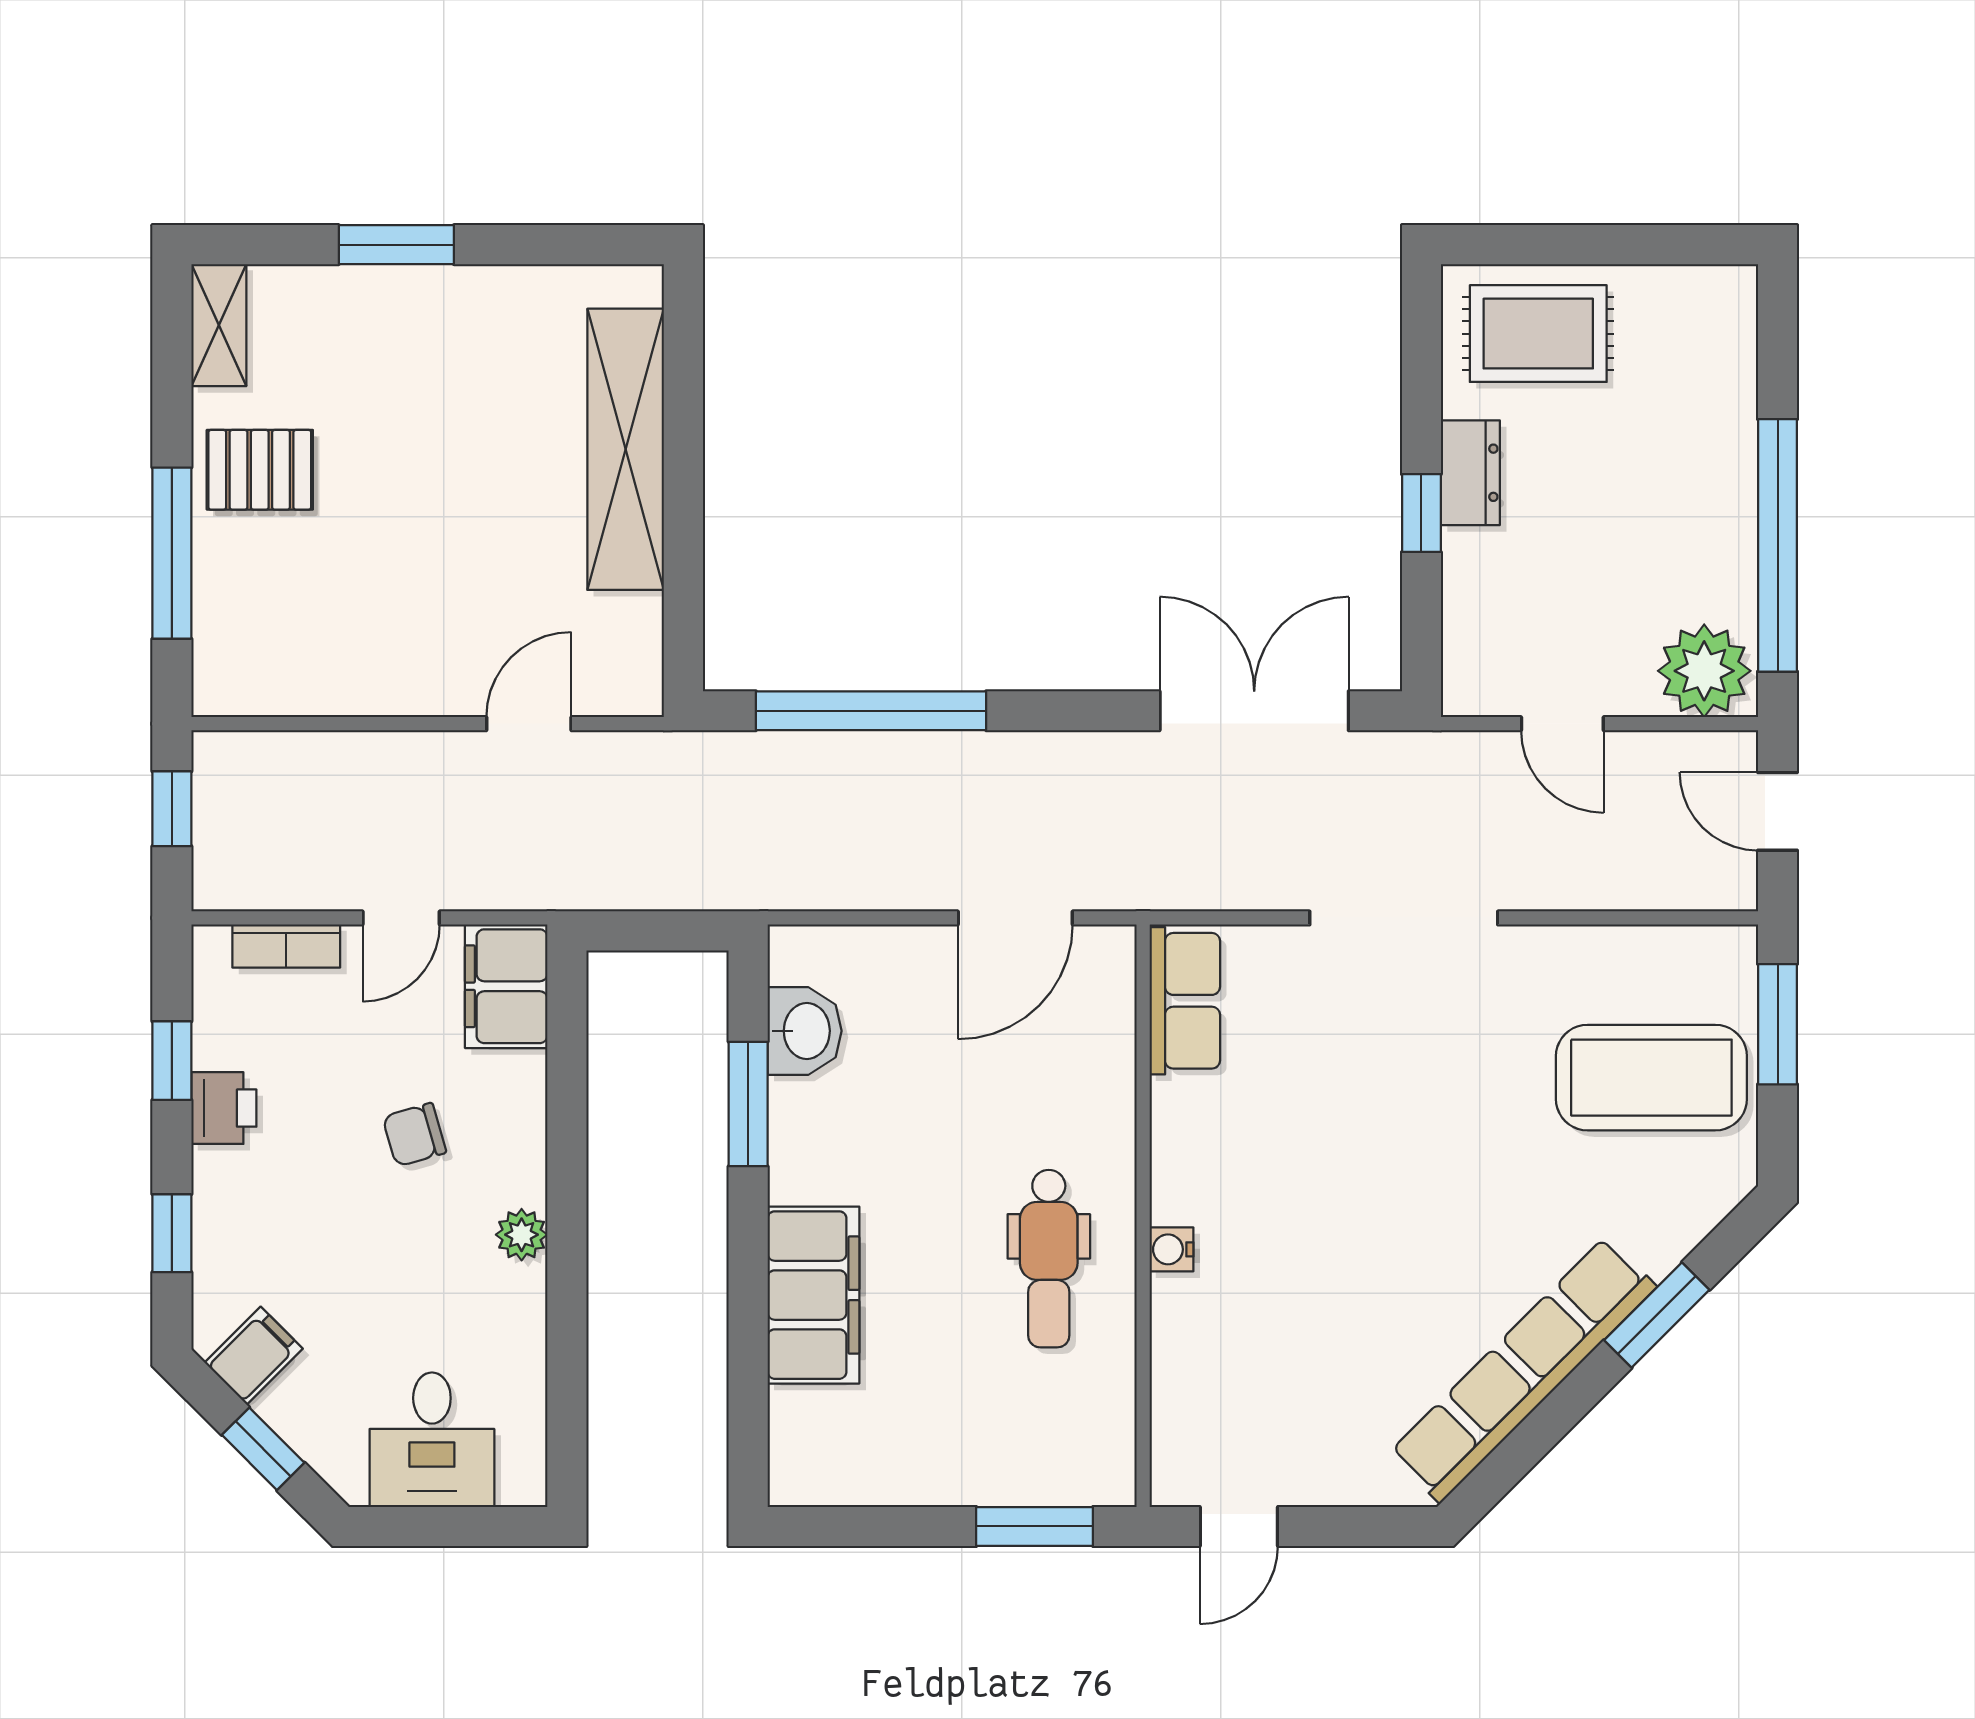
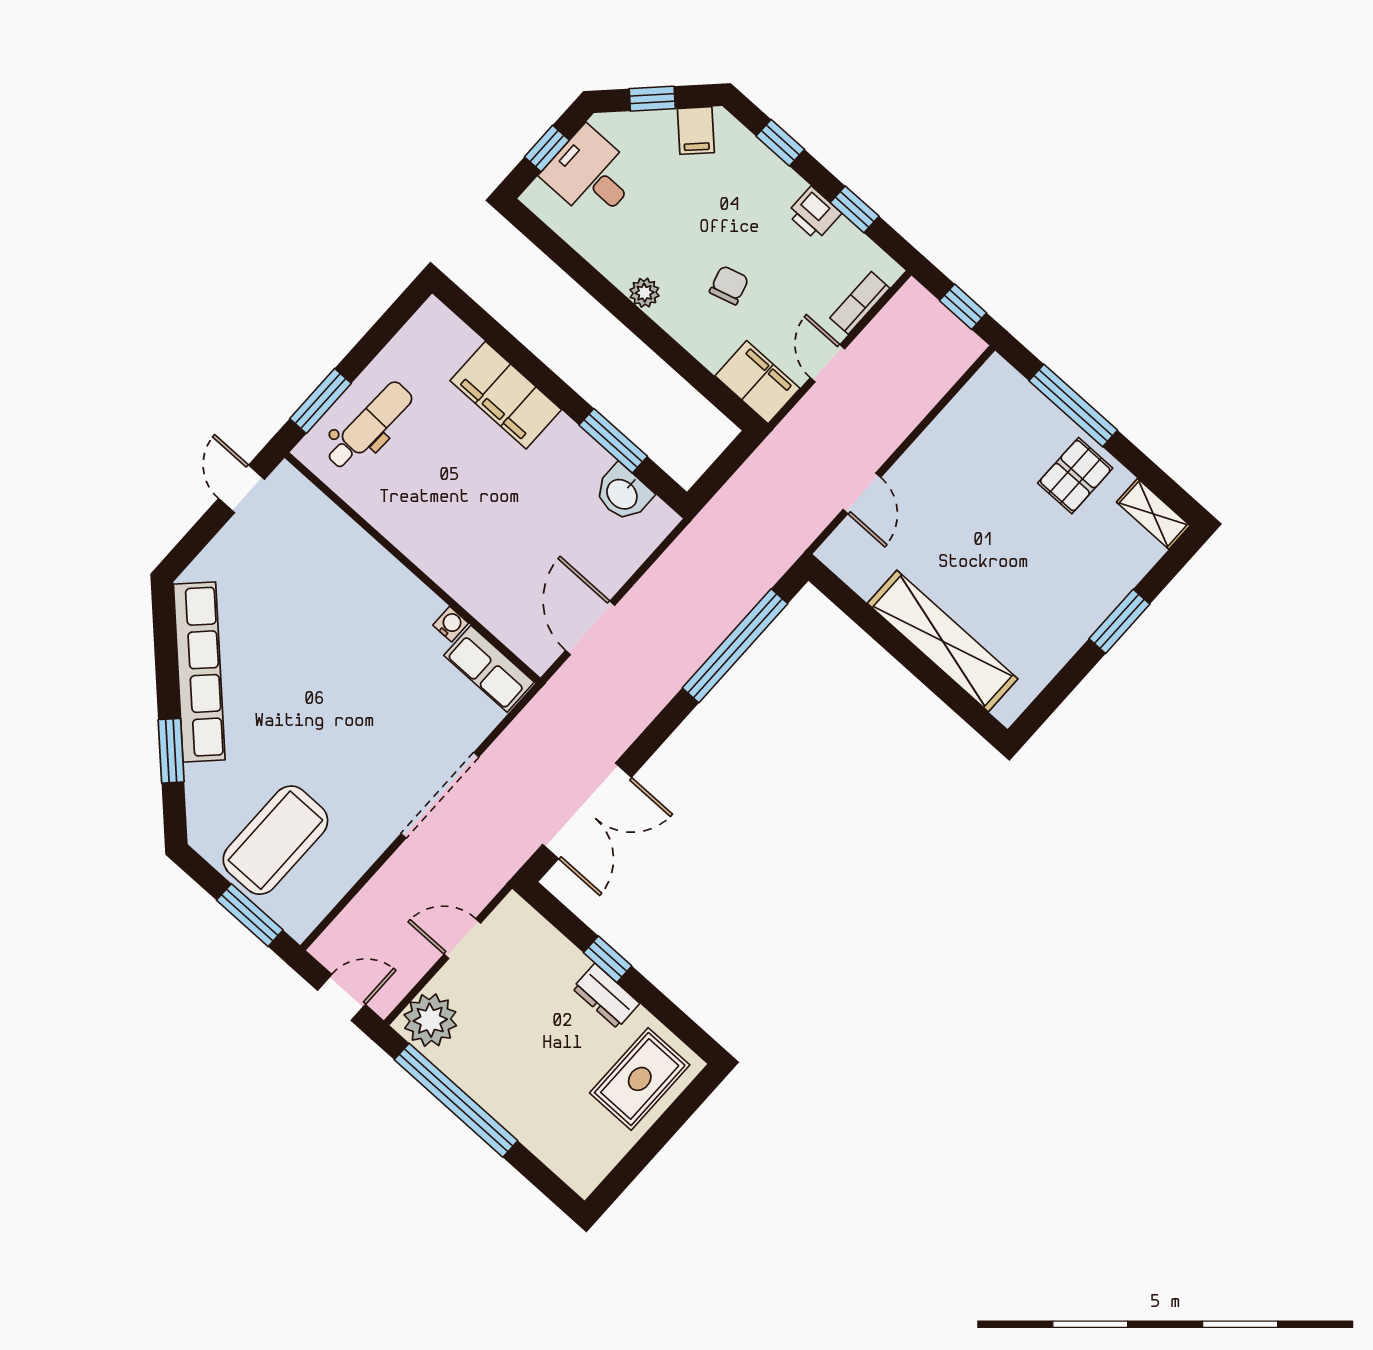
water cooler: (1171, 1249) -> (451, 624), moved
dental chair: (1049, 1259) -> (369, 426), moved, turned 92
window: (449, 1526) -> (547, 149), added

